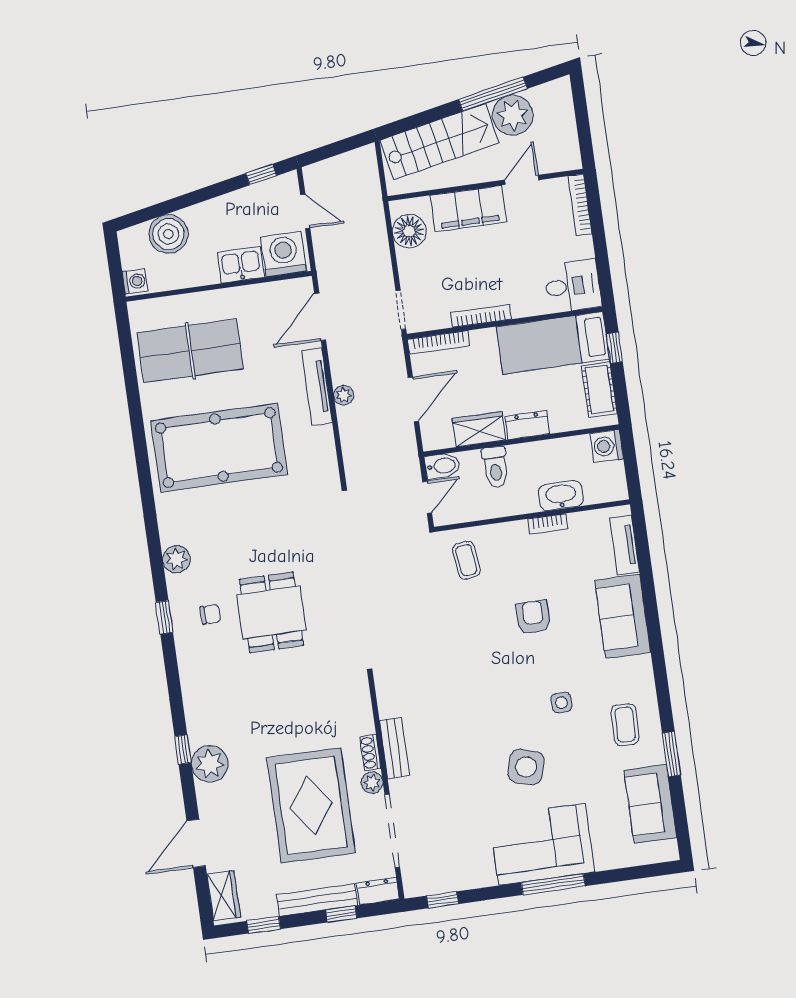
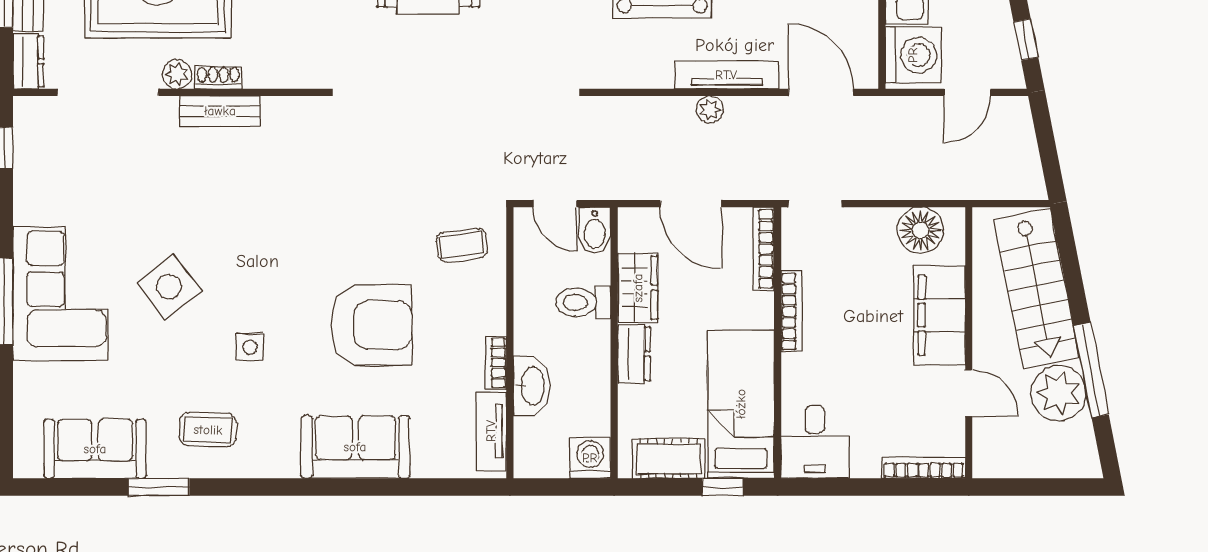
tv unit: (625, 545) -> (491, 431), moved, turned -90
armchair: (533, 617) -> (372, 325), width x1.88, depth x1.88
side table: (526, 767) -> (169, 287), turned 36

